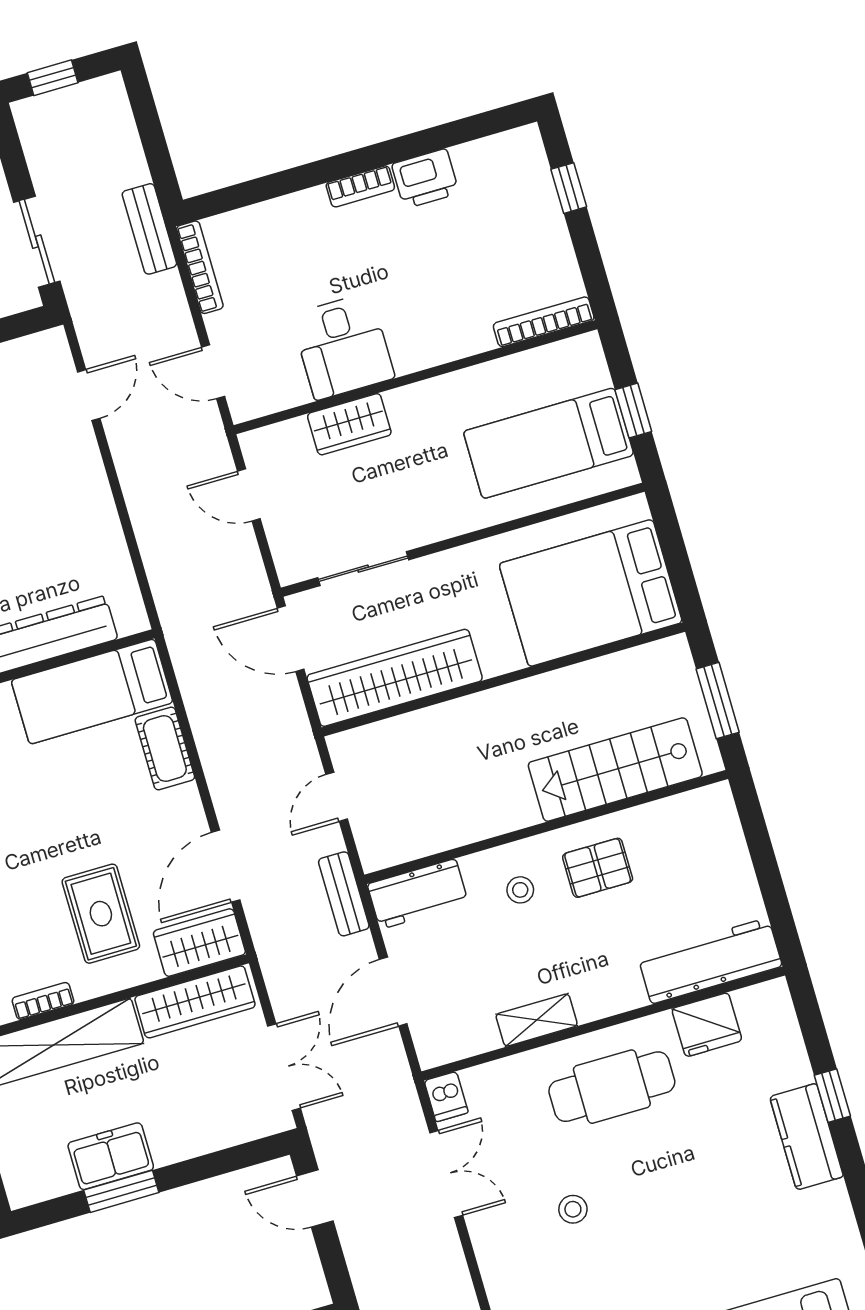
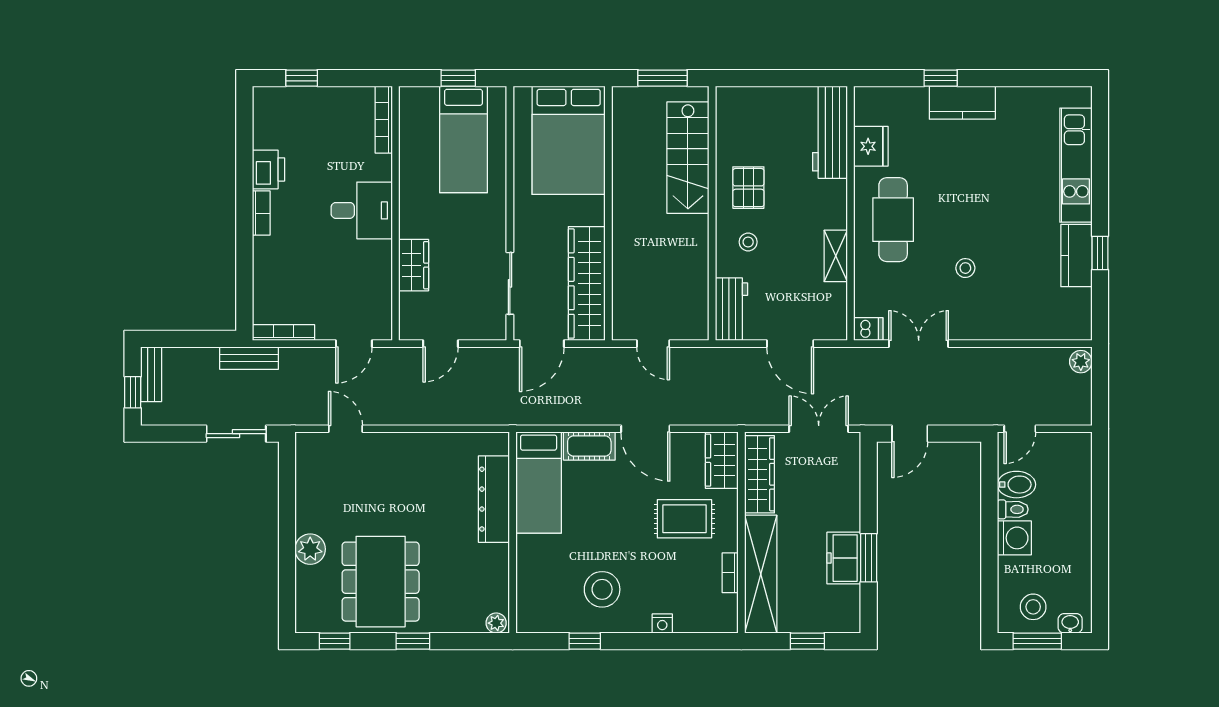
desk: (343, 346) -> (362, 210), moved
door: (226, 866) -> (645, 429), moved
bench: (344, 894) -> (151, 374), moved, turned 90

